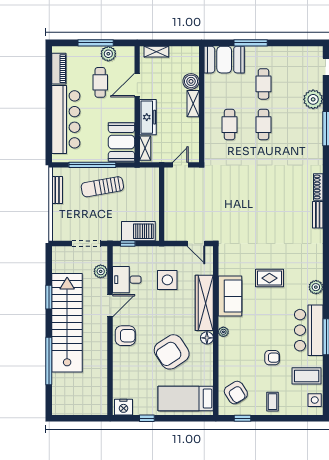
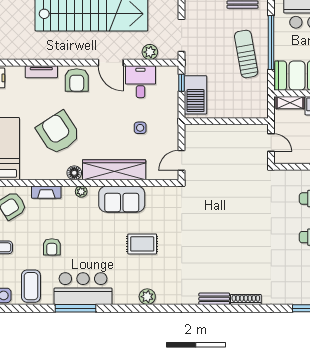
rug: (269, 278) -> (142, 244), turned 90
side table: (167, 280) -> (140, 128), width x0.54, depth x0.54
plant: (316, 287) -> (147, 297), moved
fireplace: (224, 362) -> (46, 192), added
tv unit: (118, 367) -> (41, 72), added

